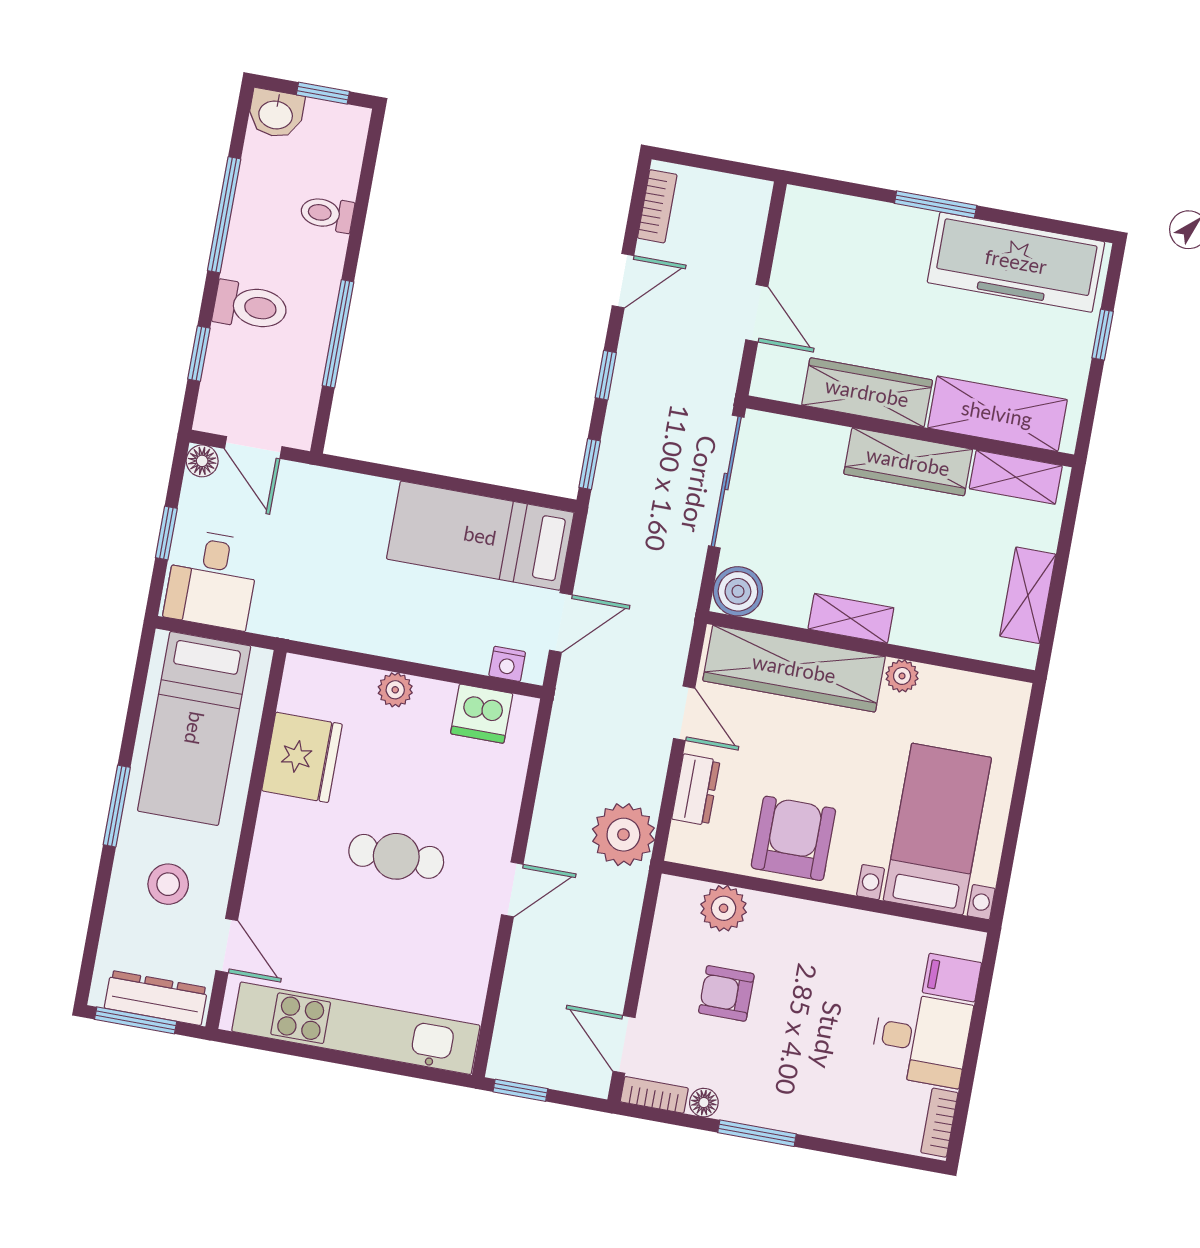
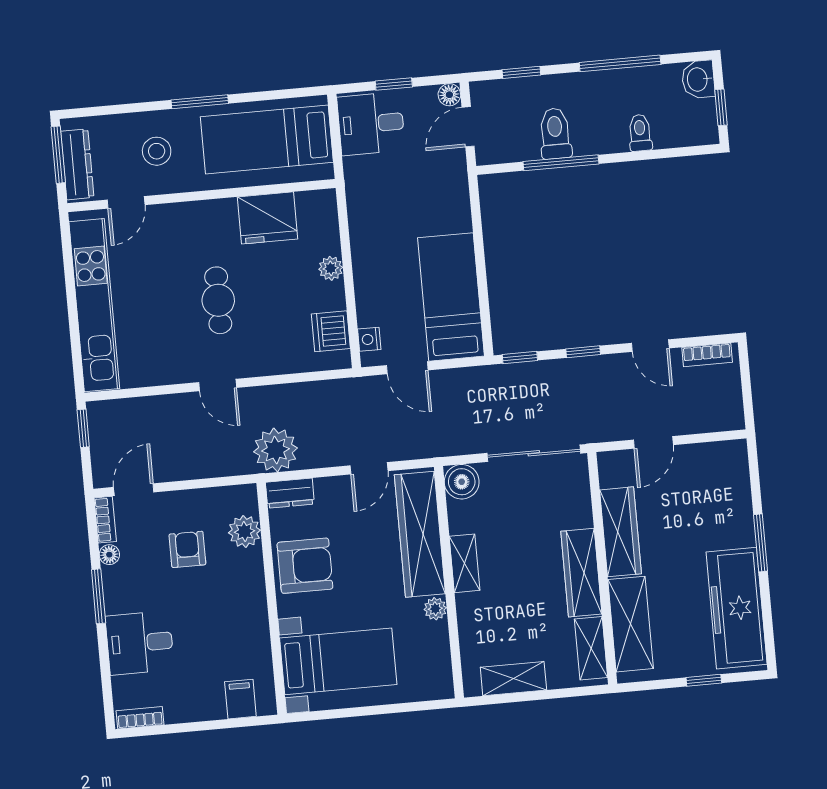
toilet: (250, 306) -> (555, 133), moved, turned 180
dresser: (696, 790) -> (290, 493), moved
desk: (921, 1039) -> (140, 643), moved, turned 90

